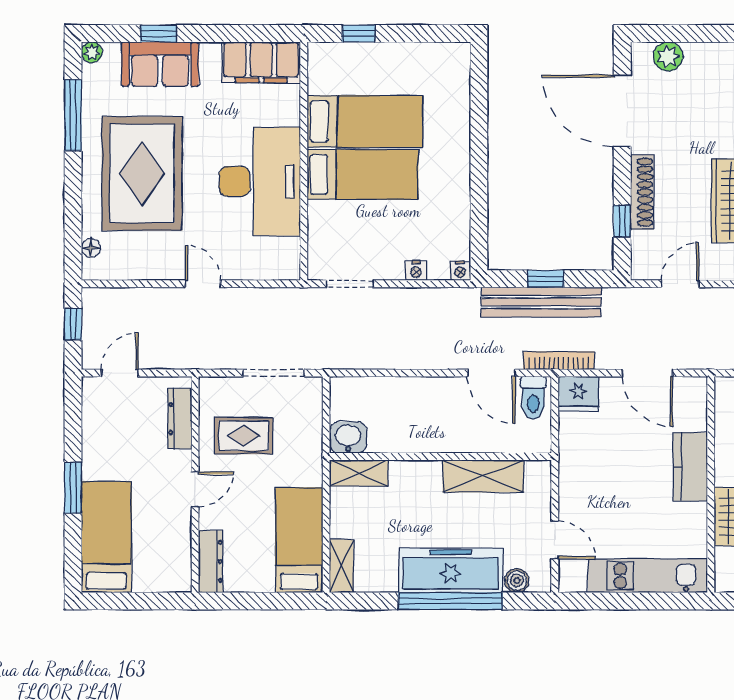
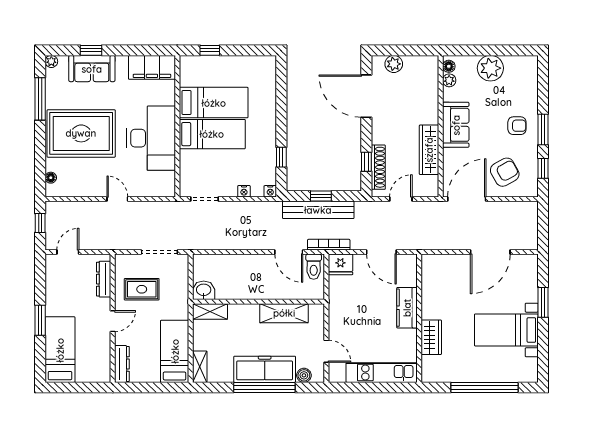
rug: (142, 173) -> (81, 133), turned 90
shoe rack: (642, 192) -> (378, 167), moved
window: (479, 213) -> (281, 157), added

